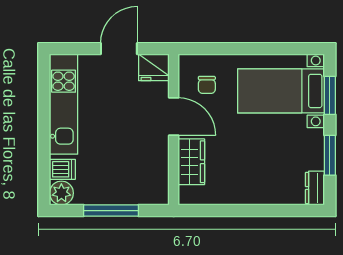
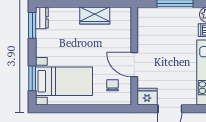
window: (330, 155) -> (32, 25), moved
wardrobe: (191, 162) -> (95, 15), moved, turned -90

